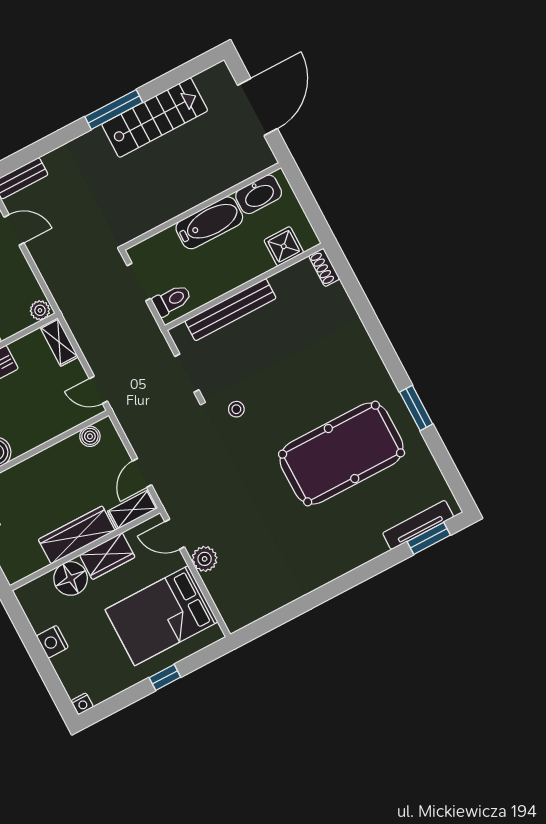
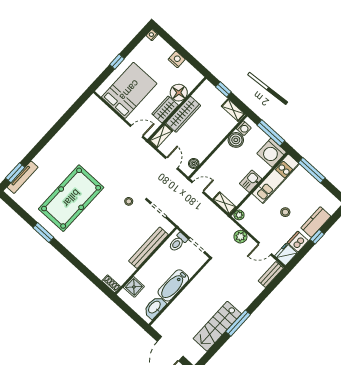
door: (142, 473) -> (172, 163), moved
plant: (205, 559) -> (240, 237), moved

